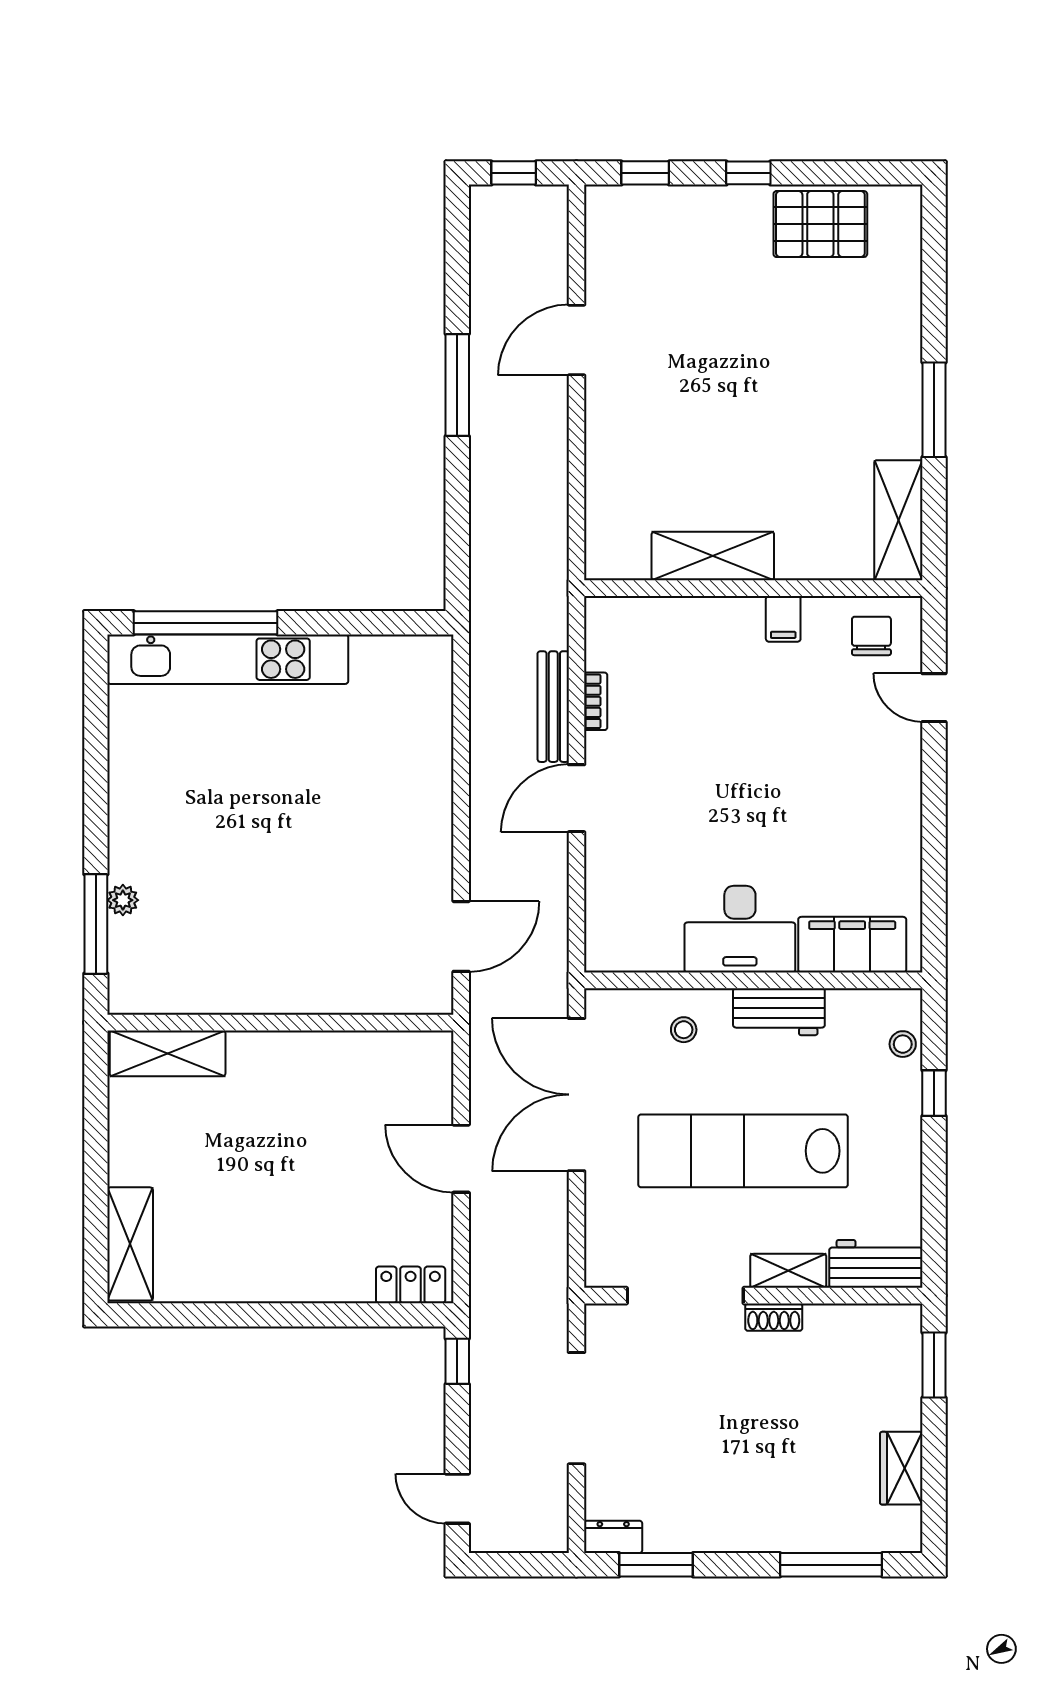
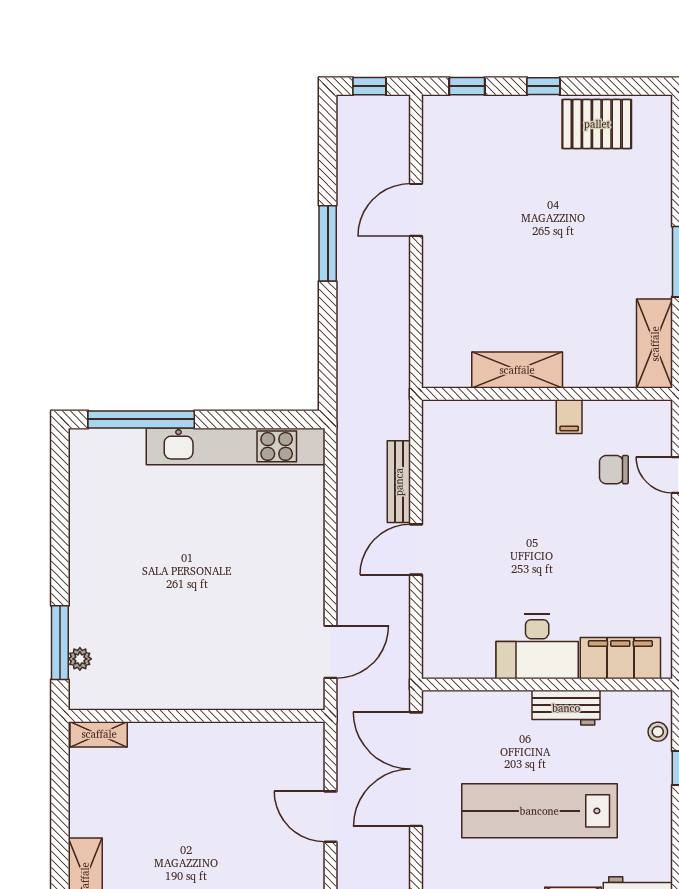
chair: (871, 636) -> (614, 470), moved, turned -90
kitchen unit: (228, 659) -> (236, 446), moved
bookcase: (596, 701) -> (430, 478), removed
plant: (123, 900) -> (80, 659), moved
stool: (684, 1030) -> (495, 721), removed
shelving: (168, 1053) -> (99, 734), width x0.67, depth x0.75

